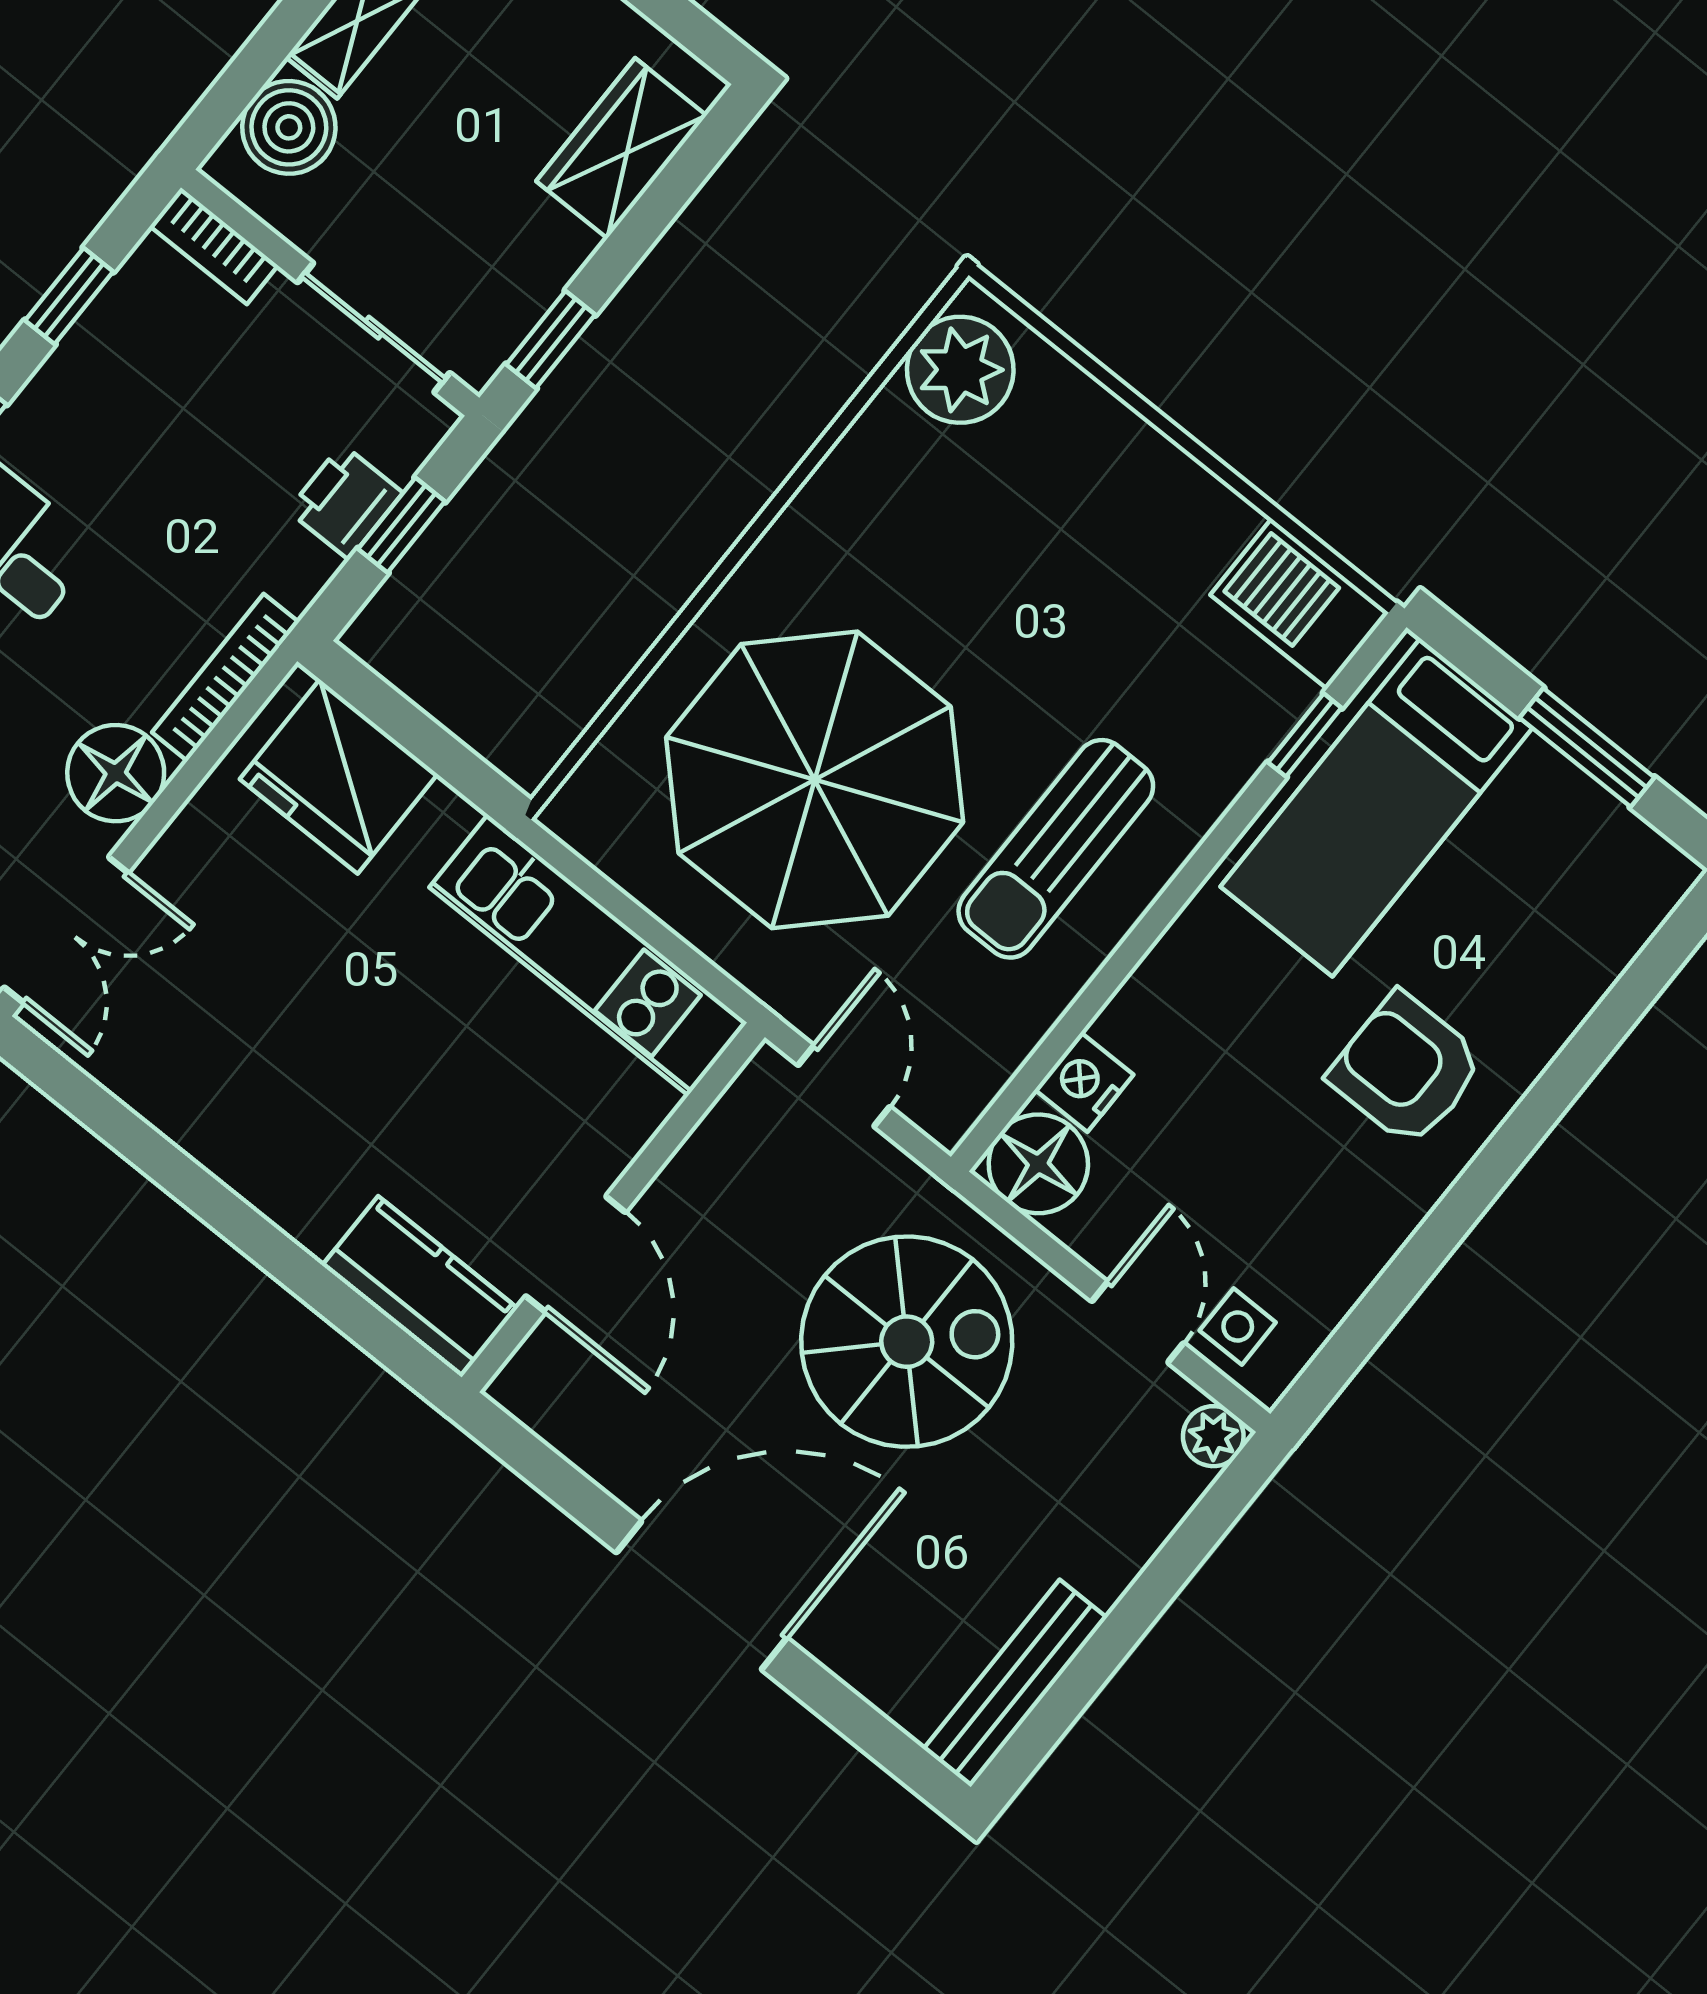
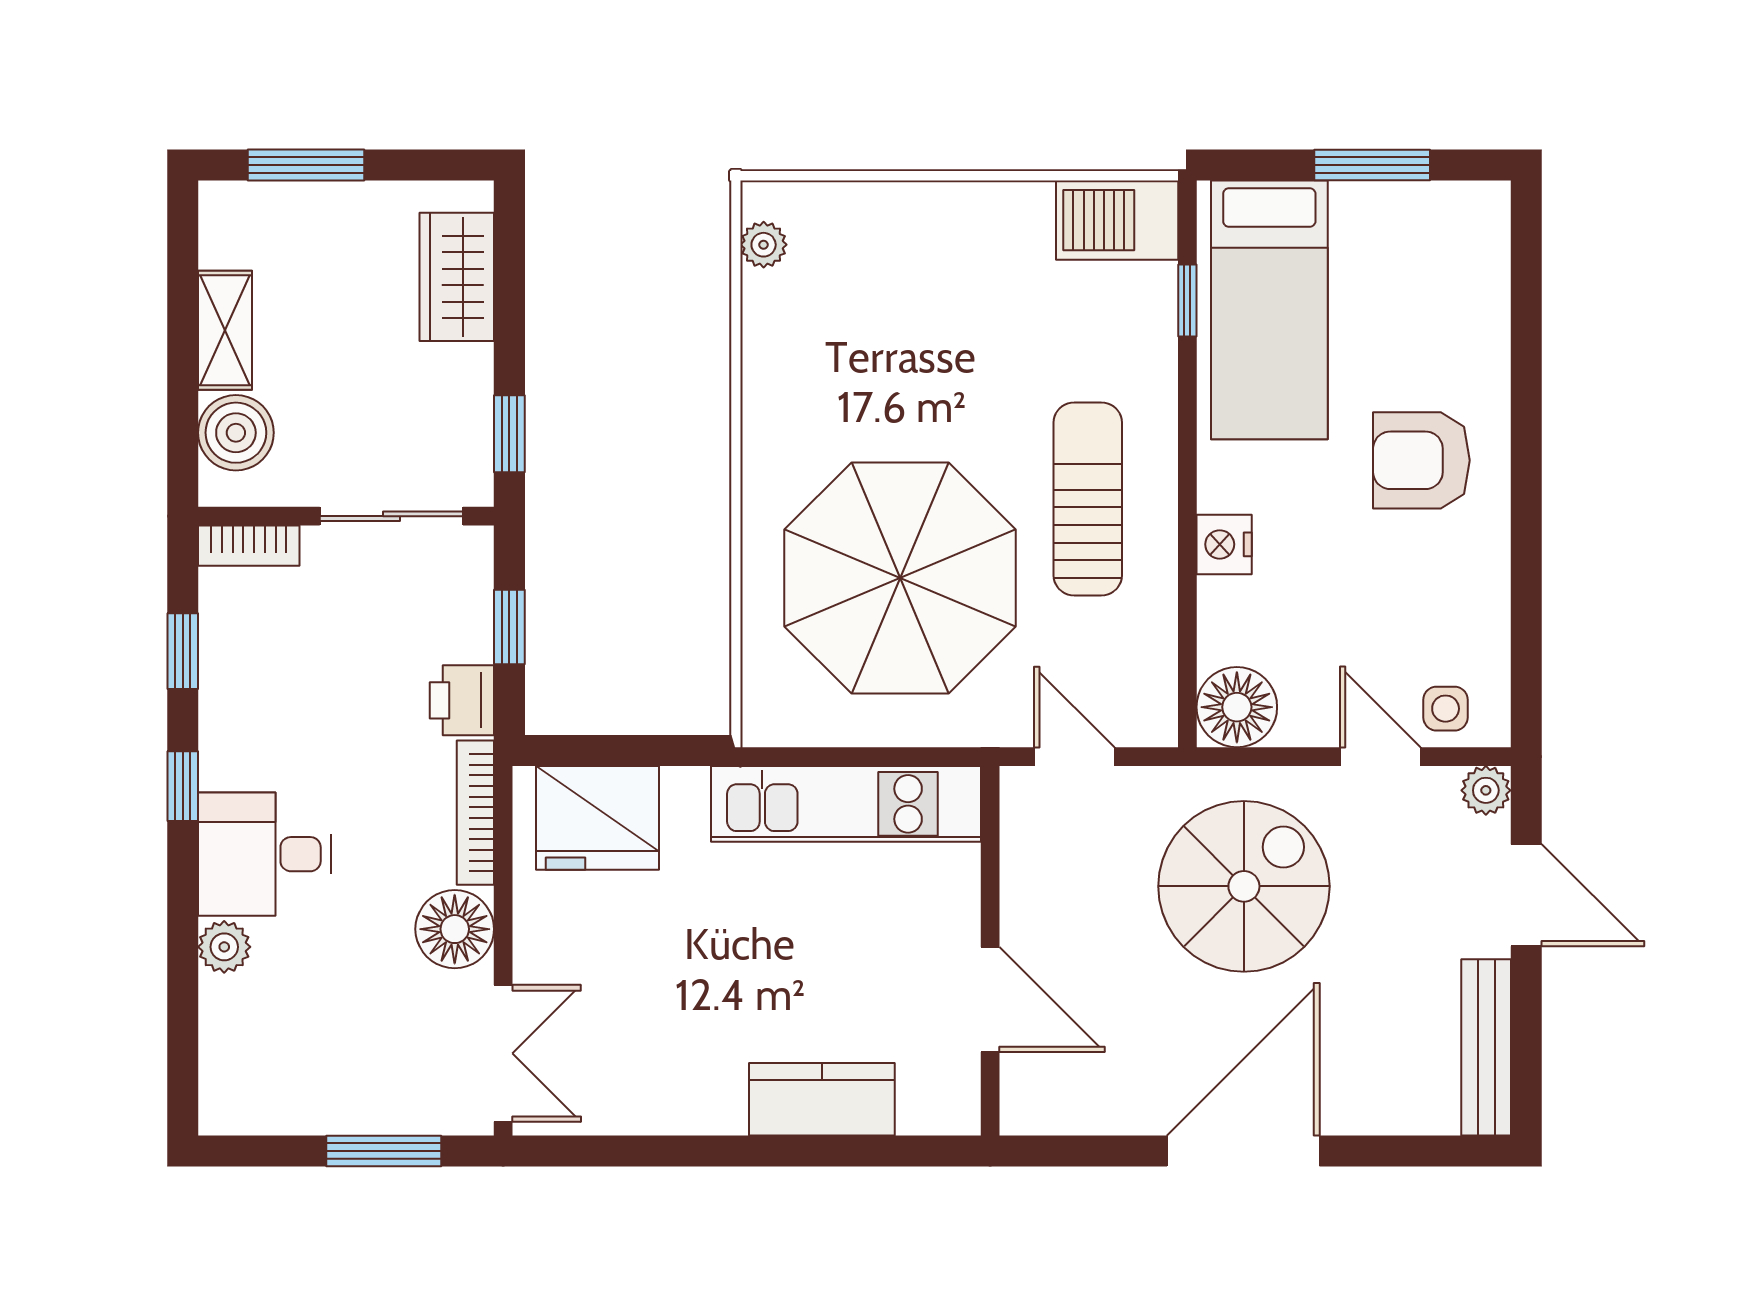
plant: (960, 370) -> (764, 245), width x0.53, depth x0.53
printer: (345, 502) -> (462, 700), moved
sun lounger: (1056, 849) -> (1088, 499), turned 180
nightstand: (1084, 1082) -> (1224, 544), moved
kitchen counter: (420, 1287) -> (822, 1099), moved
door: (1171, 1568) -> (1526, 895), added

